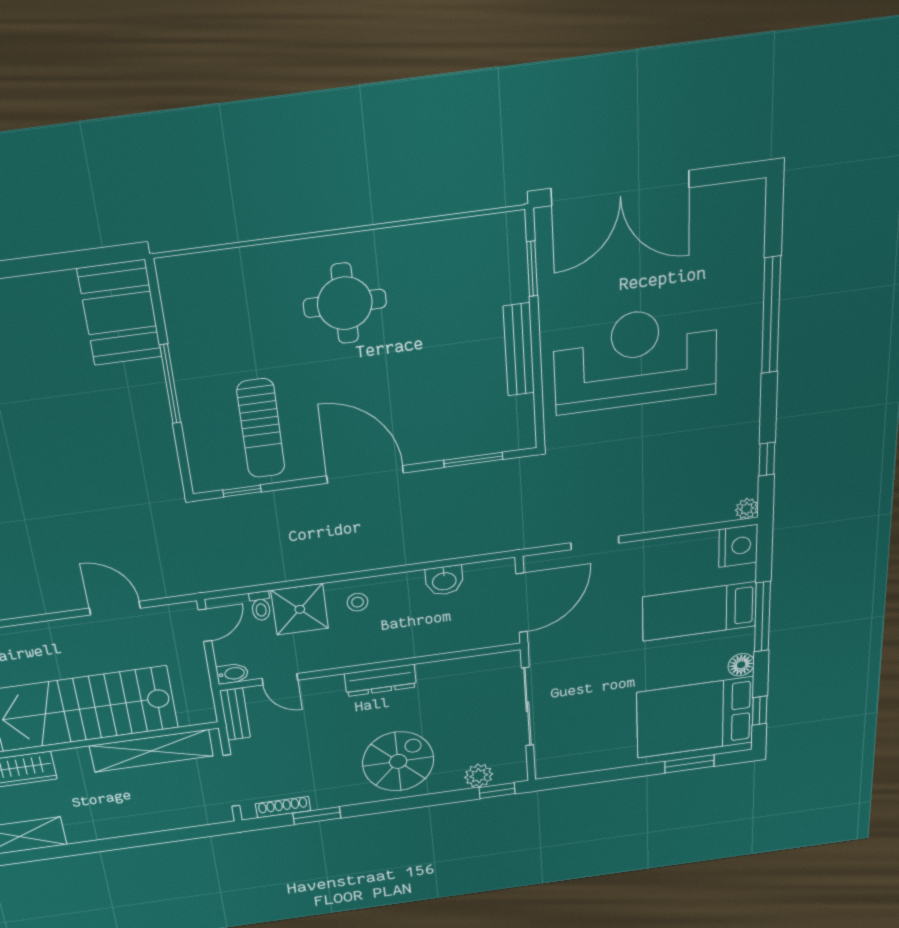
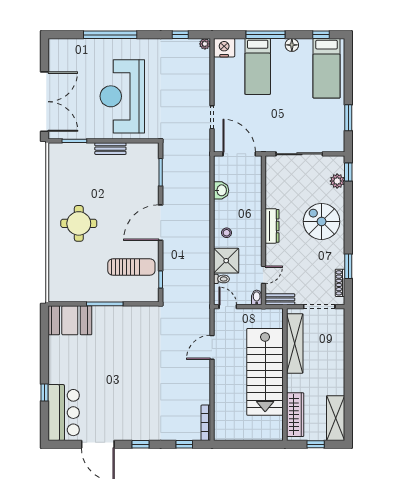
bench: (519, 350) -> (110, 149), width x0.73
bed: (695, 718) -> (327, 68), width x0.67
window: (689, 764) -> (348, 118), moved

